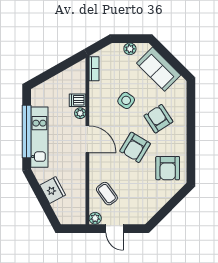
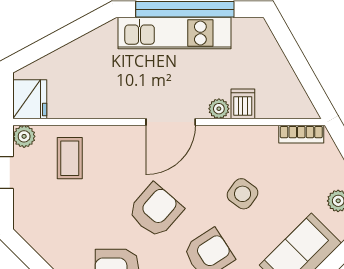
armchair: (135, 147) -> (156, 210), turned 100
fridge: (53, 190) -> (30, 99), moved, turned -62
coffee table: (107, 194) -> (70, 158), turned -54

